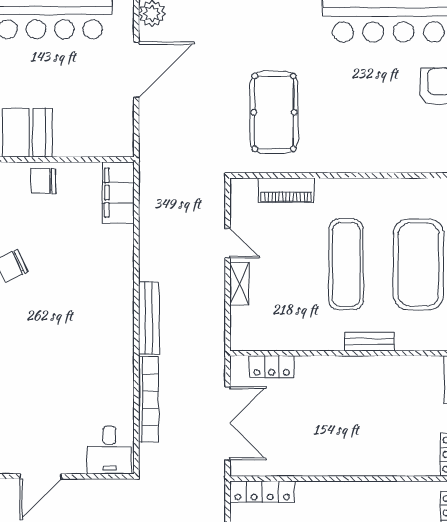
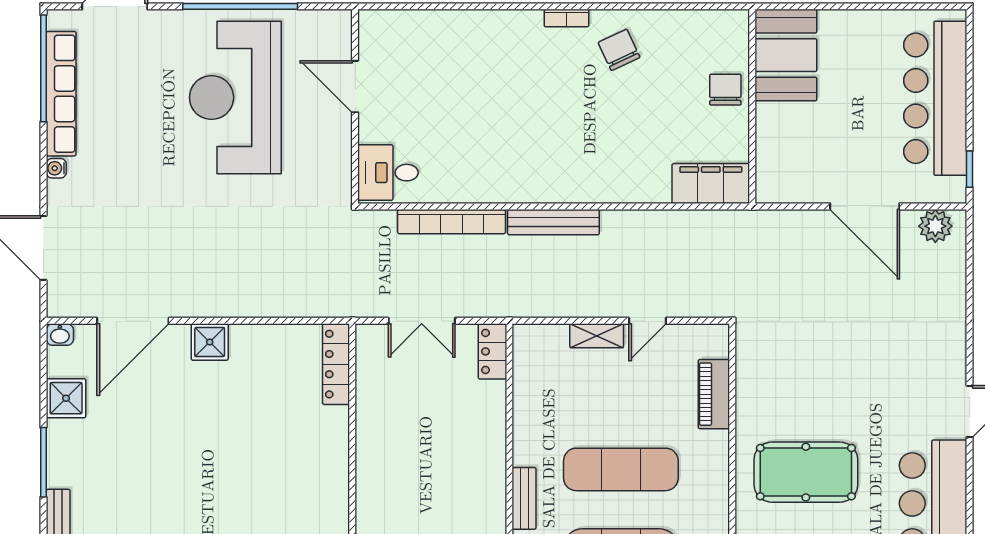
pool table: (274, 112) -> (806, 472), moved
locker: (272, 367) -> (493, 351), moved
double door: (228, 423) -> (422, 321), width x0.73

